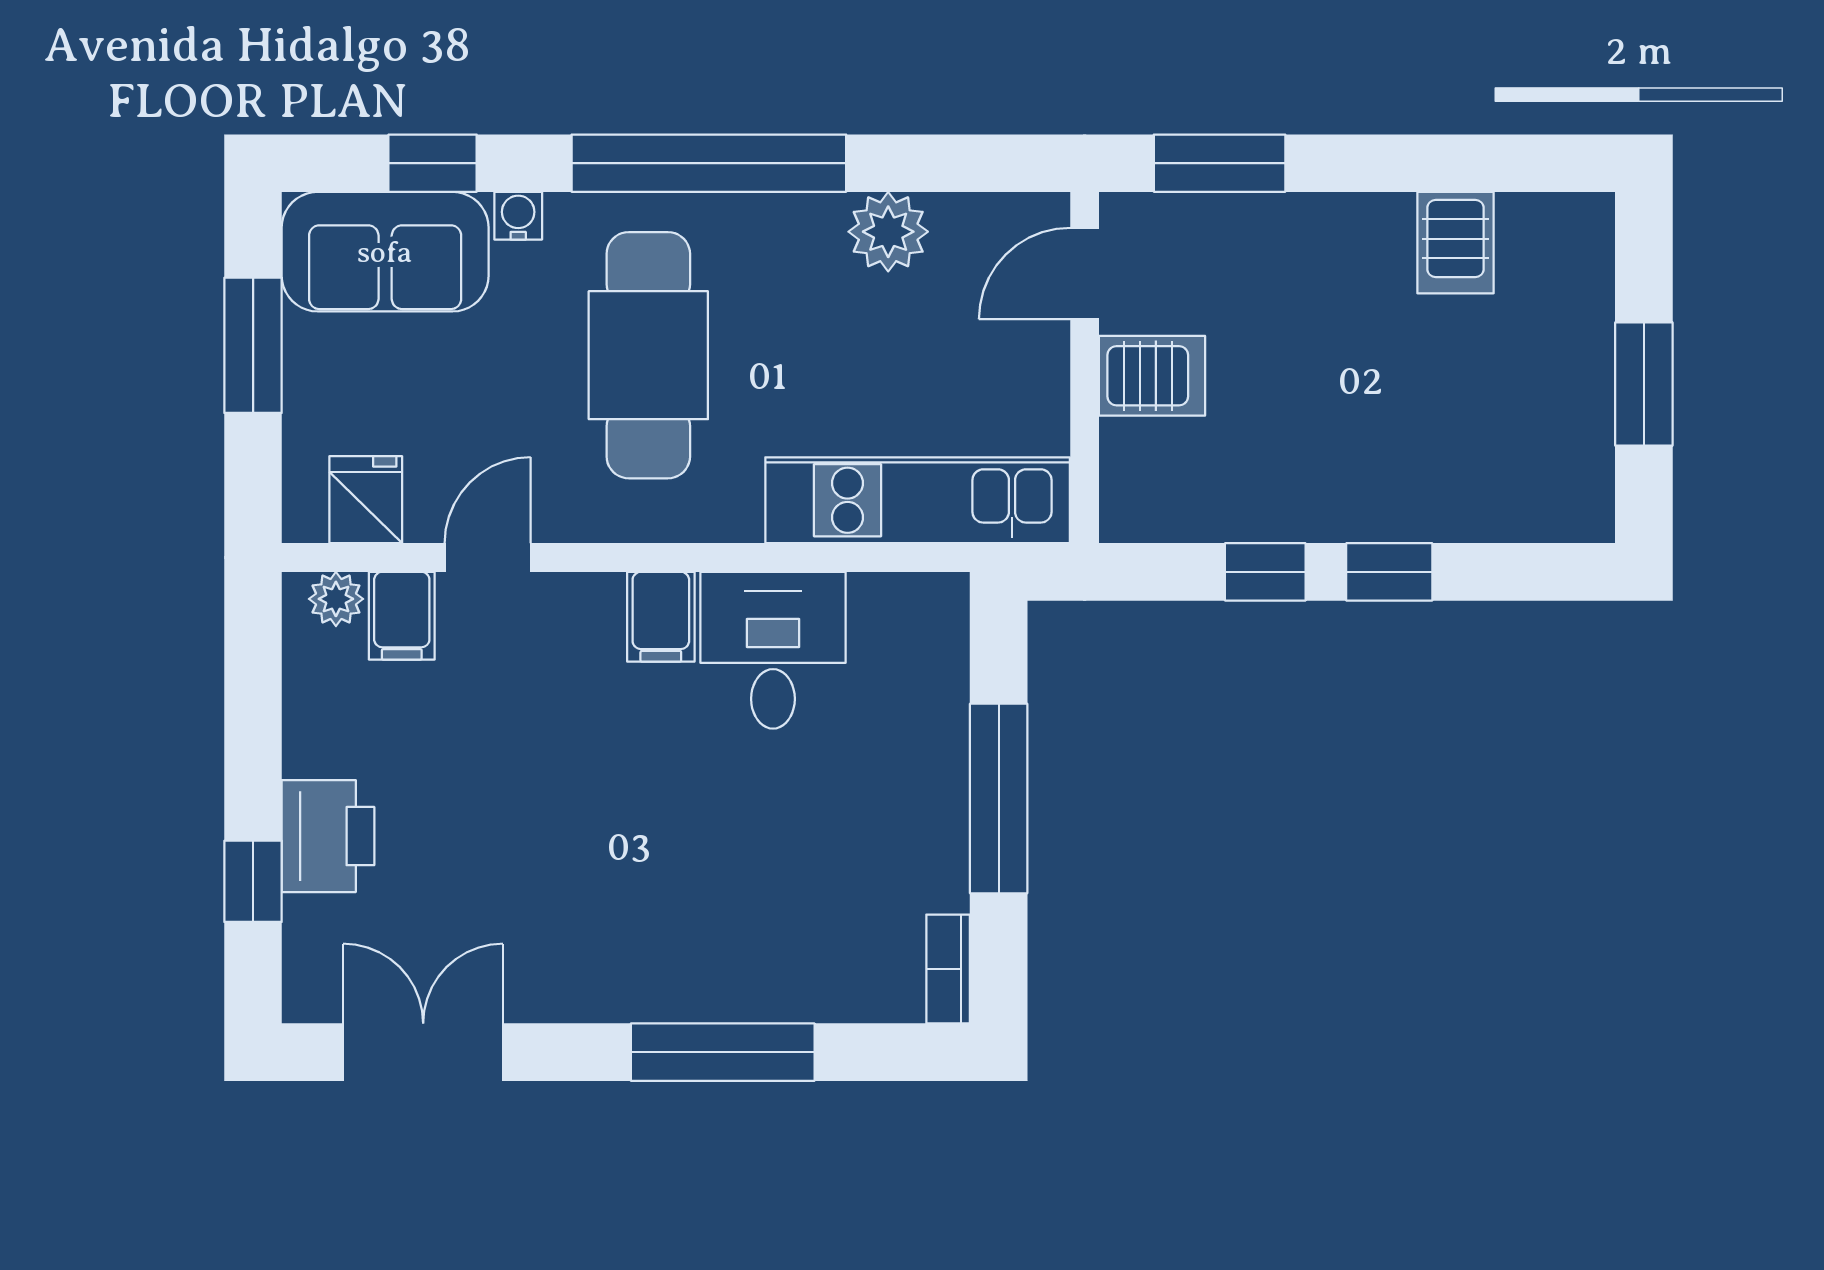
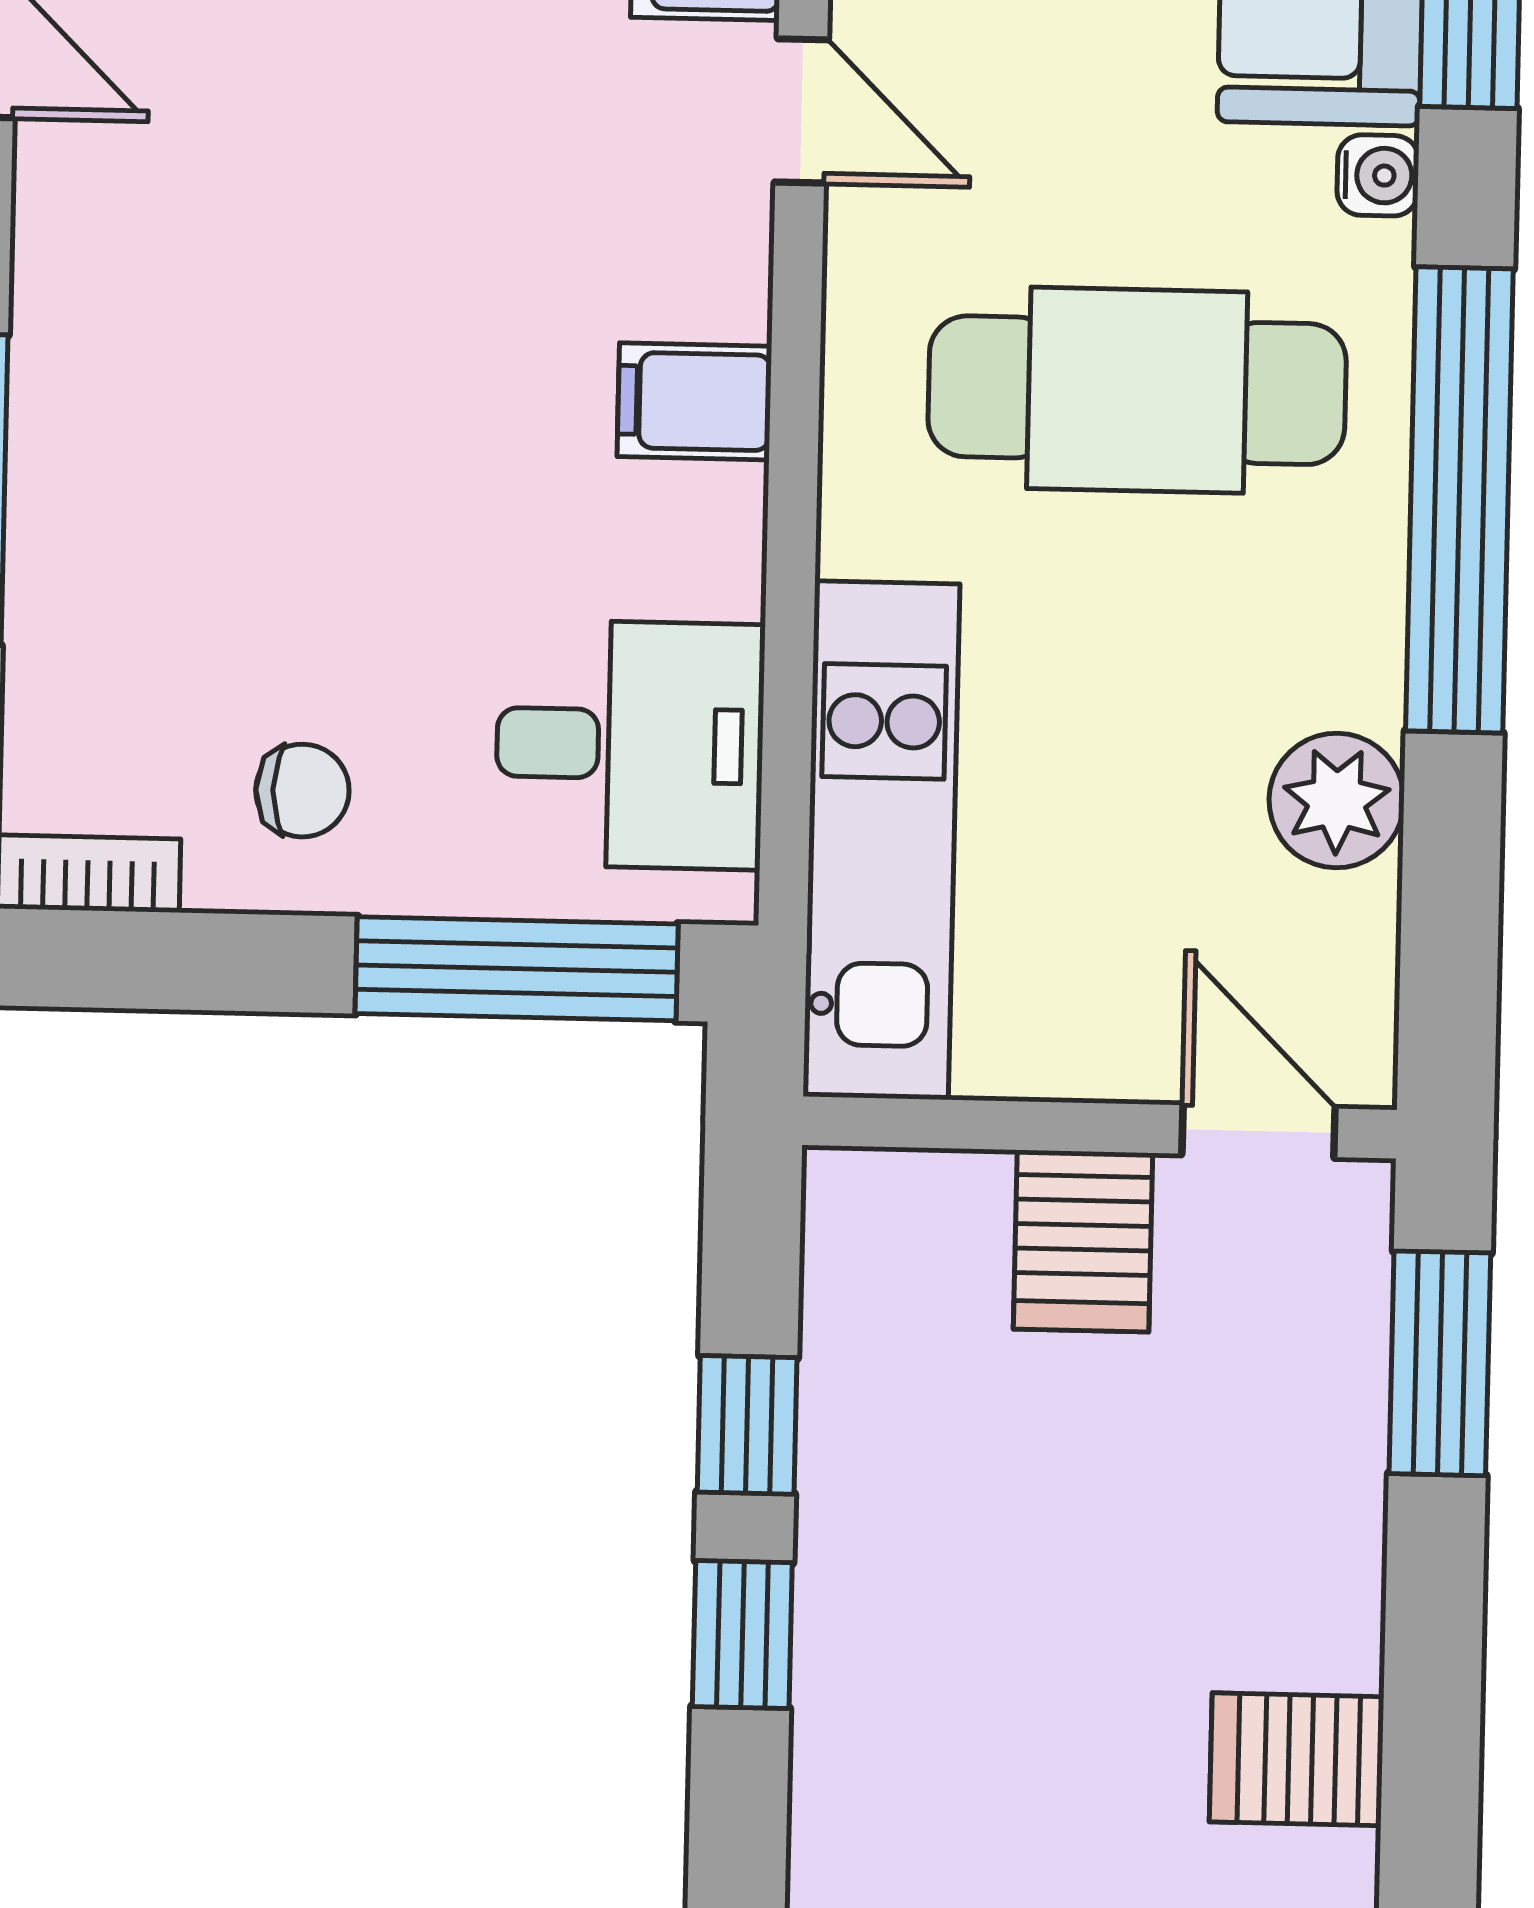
desk: (773, 650) -> (630, 745), moved
window: (999, 798) -> (517, 969), moved
chair: (896, 843) -> (302, 791), added

